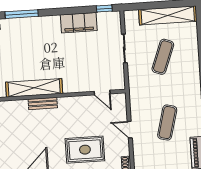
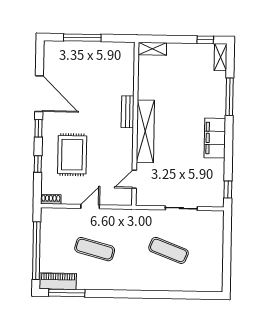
shelving: (168, 15) -> (214, 260), removed
filing cabinet: (79, 23) -> (215, 138), moved
shelving: (34, 88) -> (145, 131), moved

